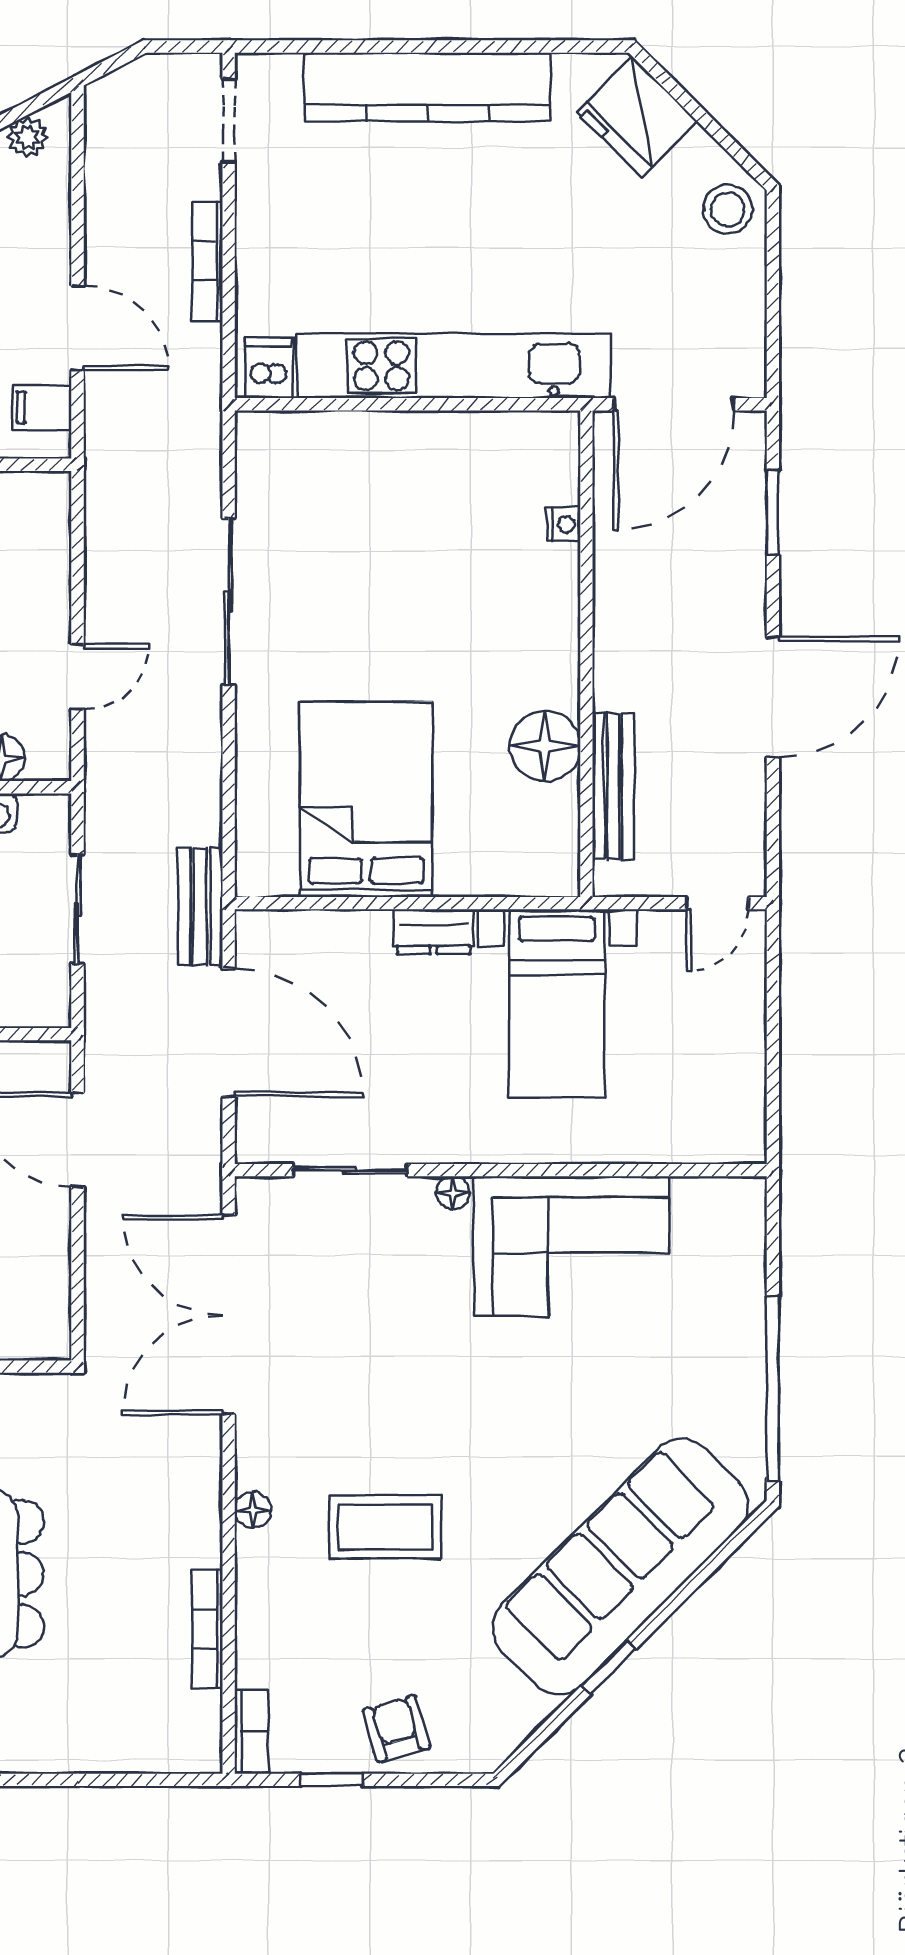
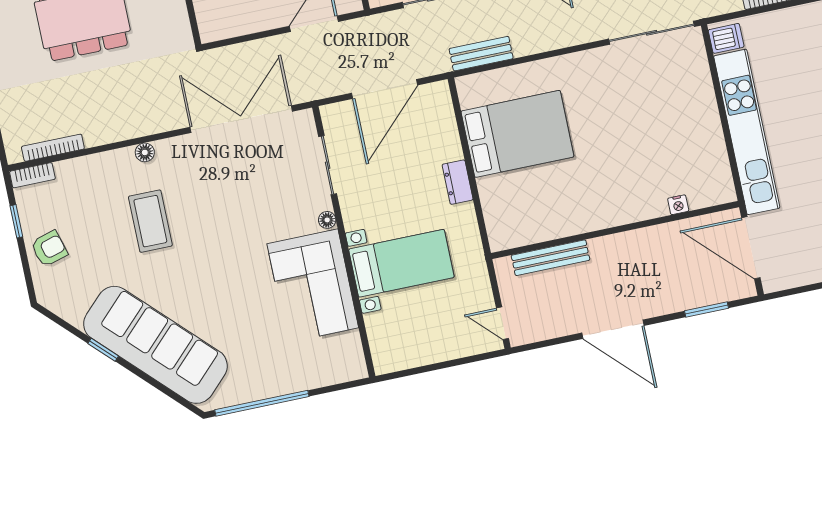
sliding door: (229, 602) -> (652, 33), moved
floor lamp: (545, 746) -> (564, 219), removed
bench: (200, 907) -> (481, 54), moved
bed with nightstands: (557, 1003) -> (401, 263), moved, turned 180
bookcase: (208, 1629) -> (53, 148), moved

